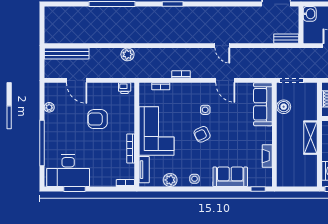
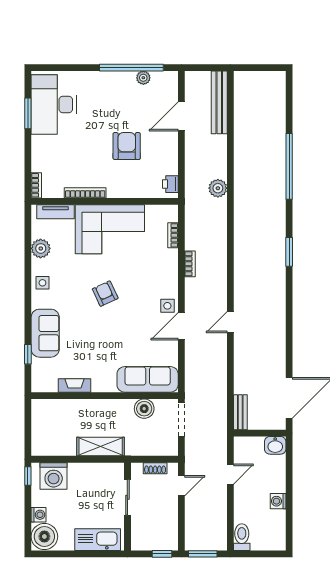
side table: (205, 110) -> (167, 306), moved
window: (42, 143) -> (131, 68), moved
window: (258, 189) -> (28, 354), moved

